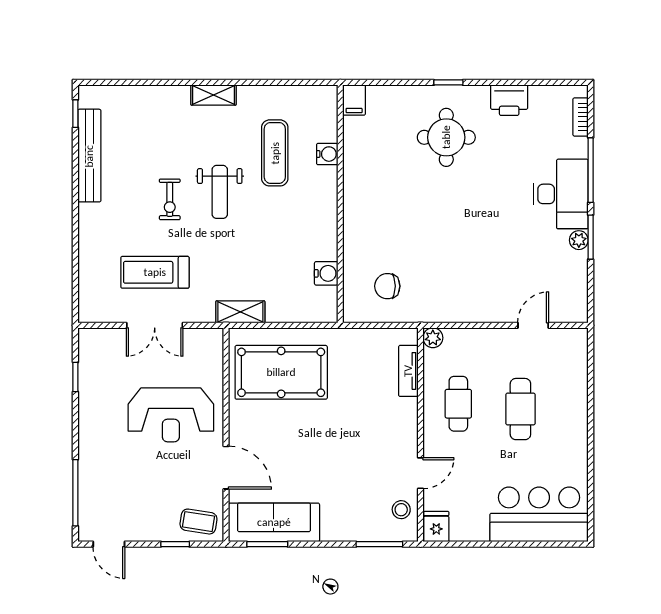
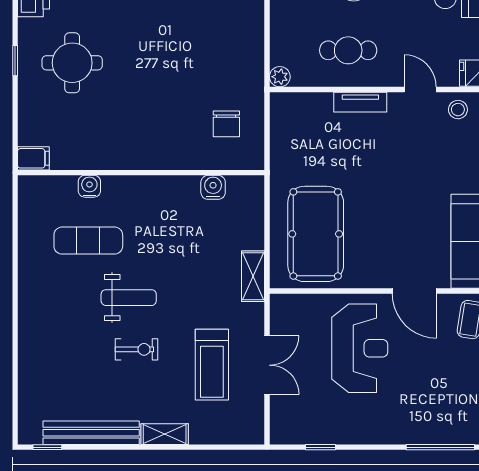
shelving: (213, 95) -> (165, 434), moved, turned 90
tv unit: (408, 371) -> (360, 102), moved
door: (226, 468) -> (414, 291), swing flipped

